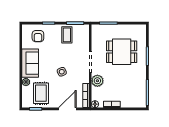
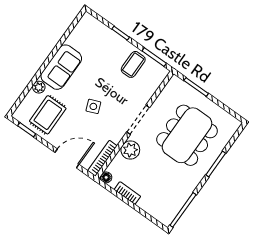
armchair: (38, 36) -> (95, 40), removed
dining table: (122, 52) -> (187, 135), width x1.38

